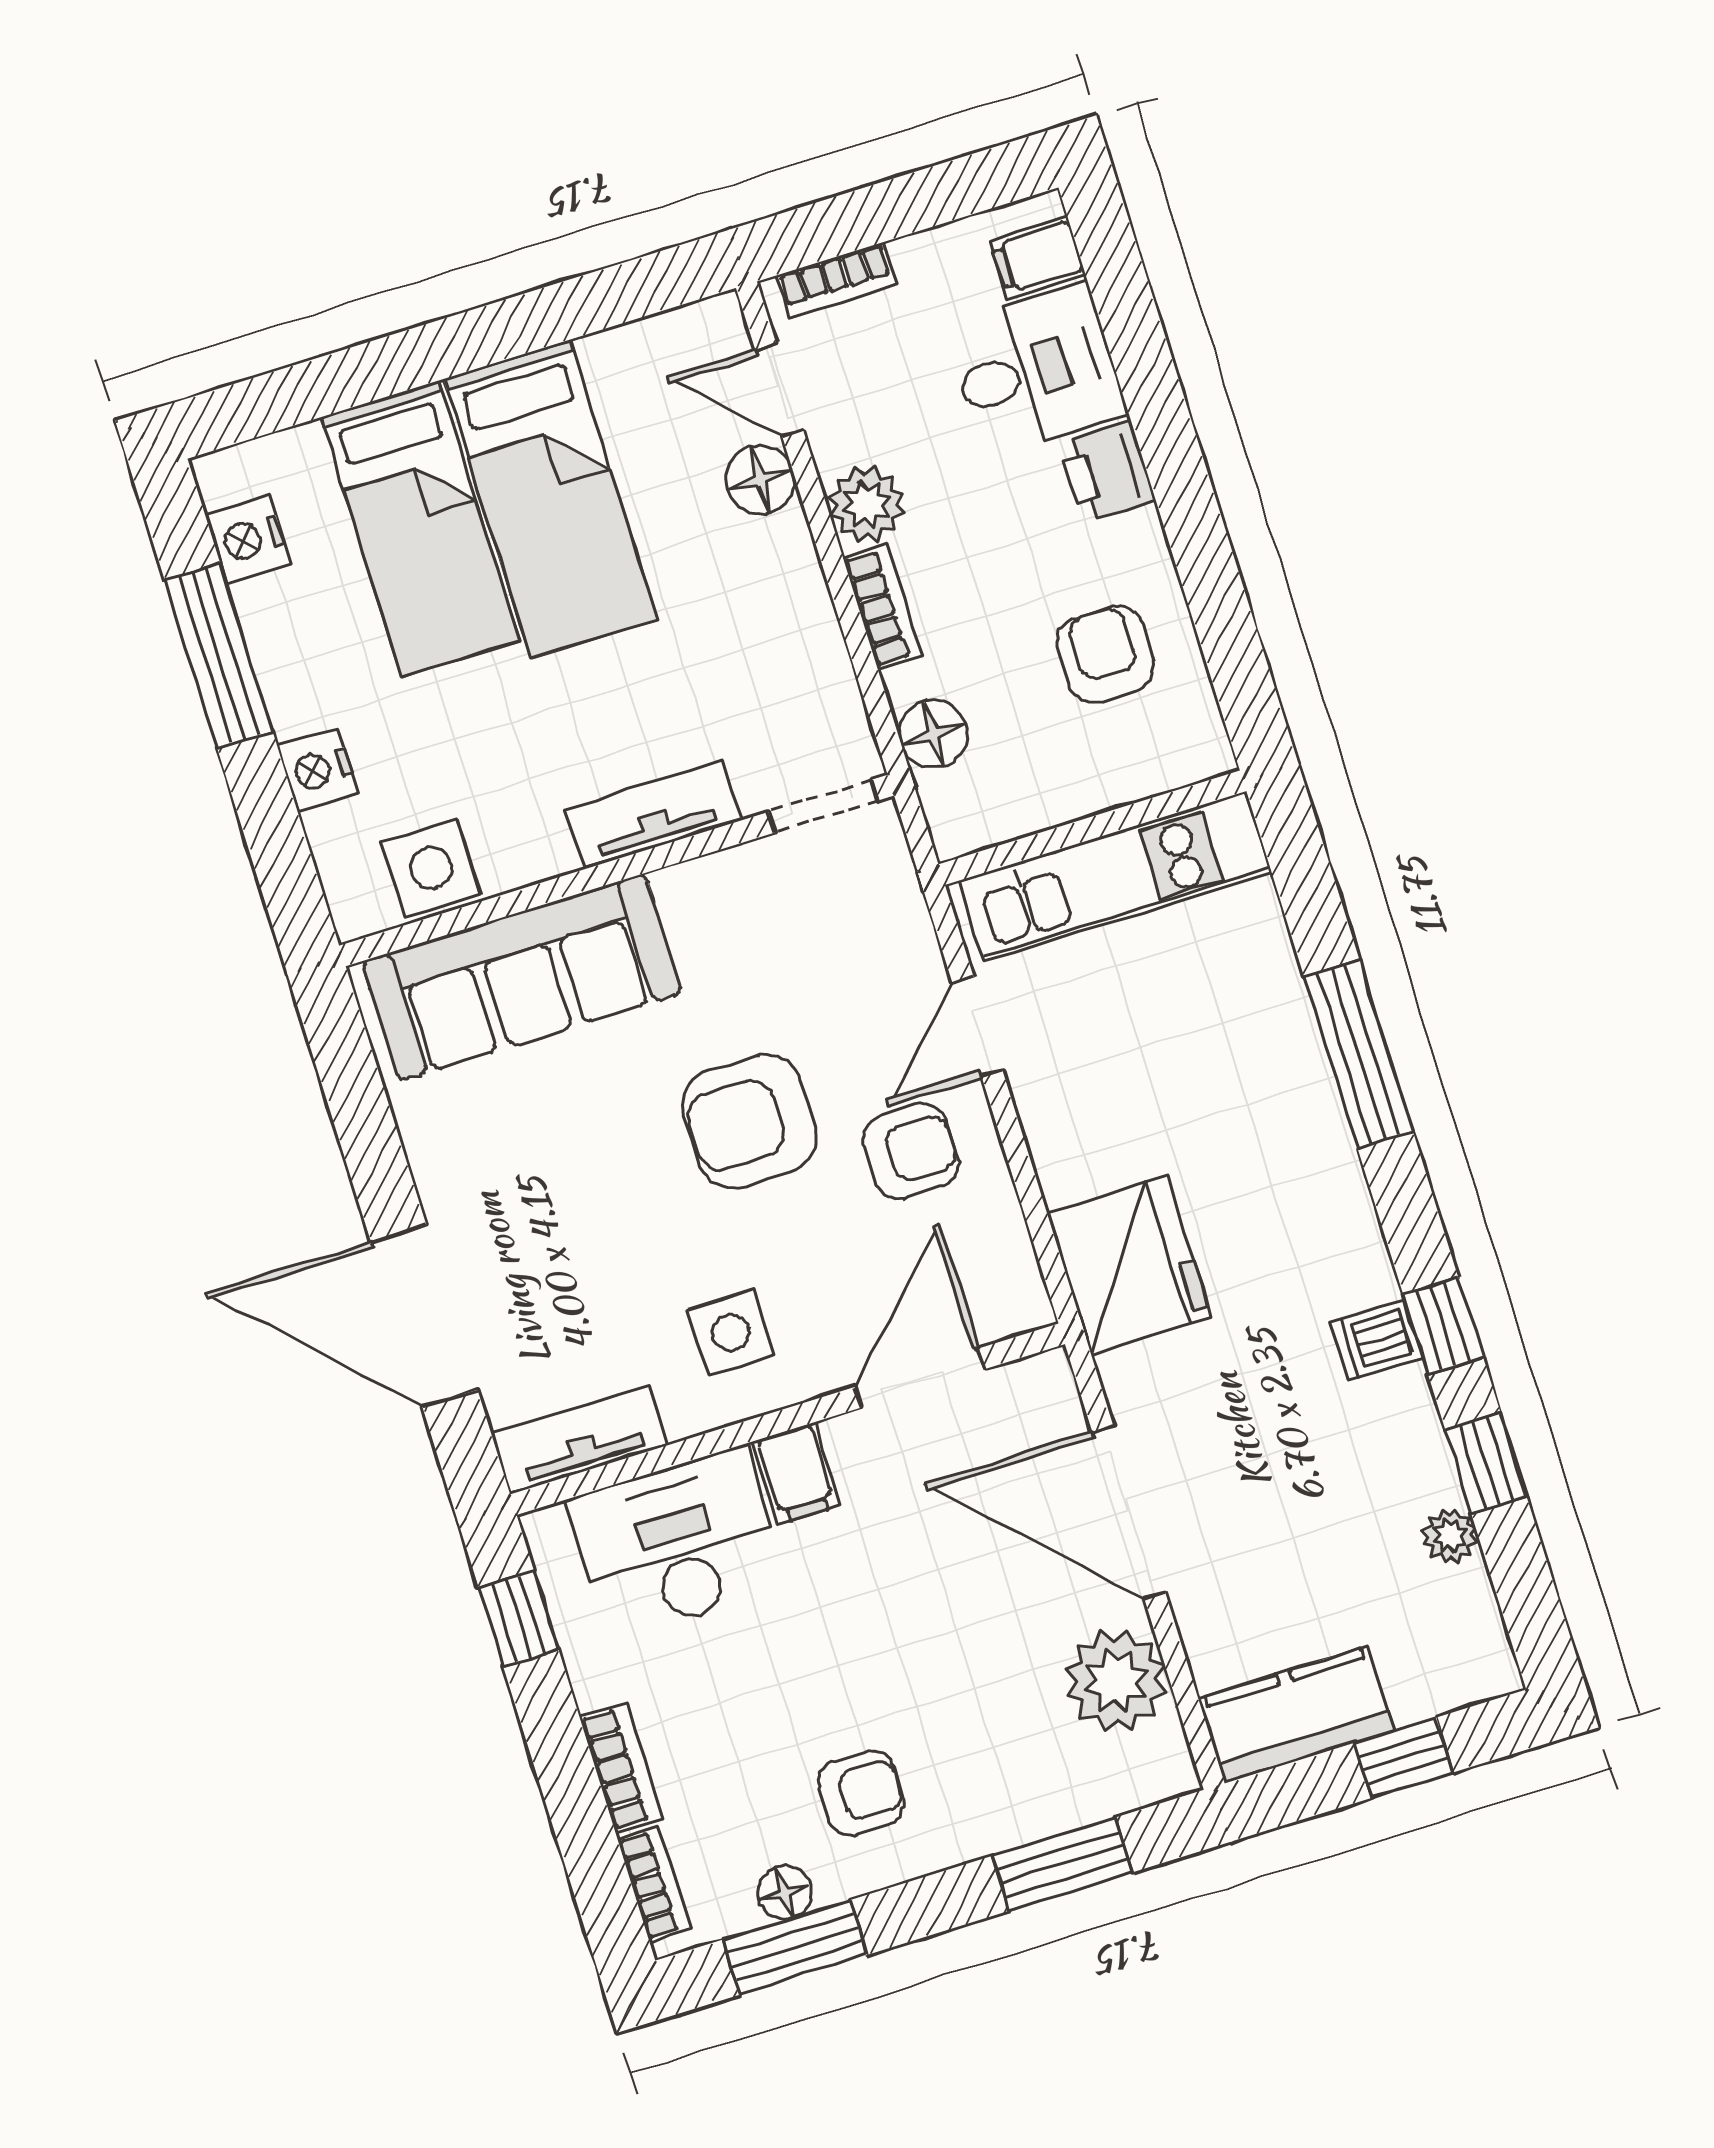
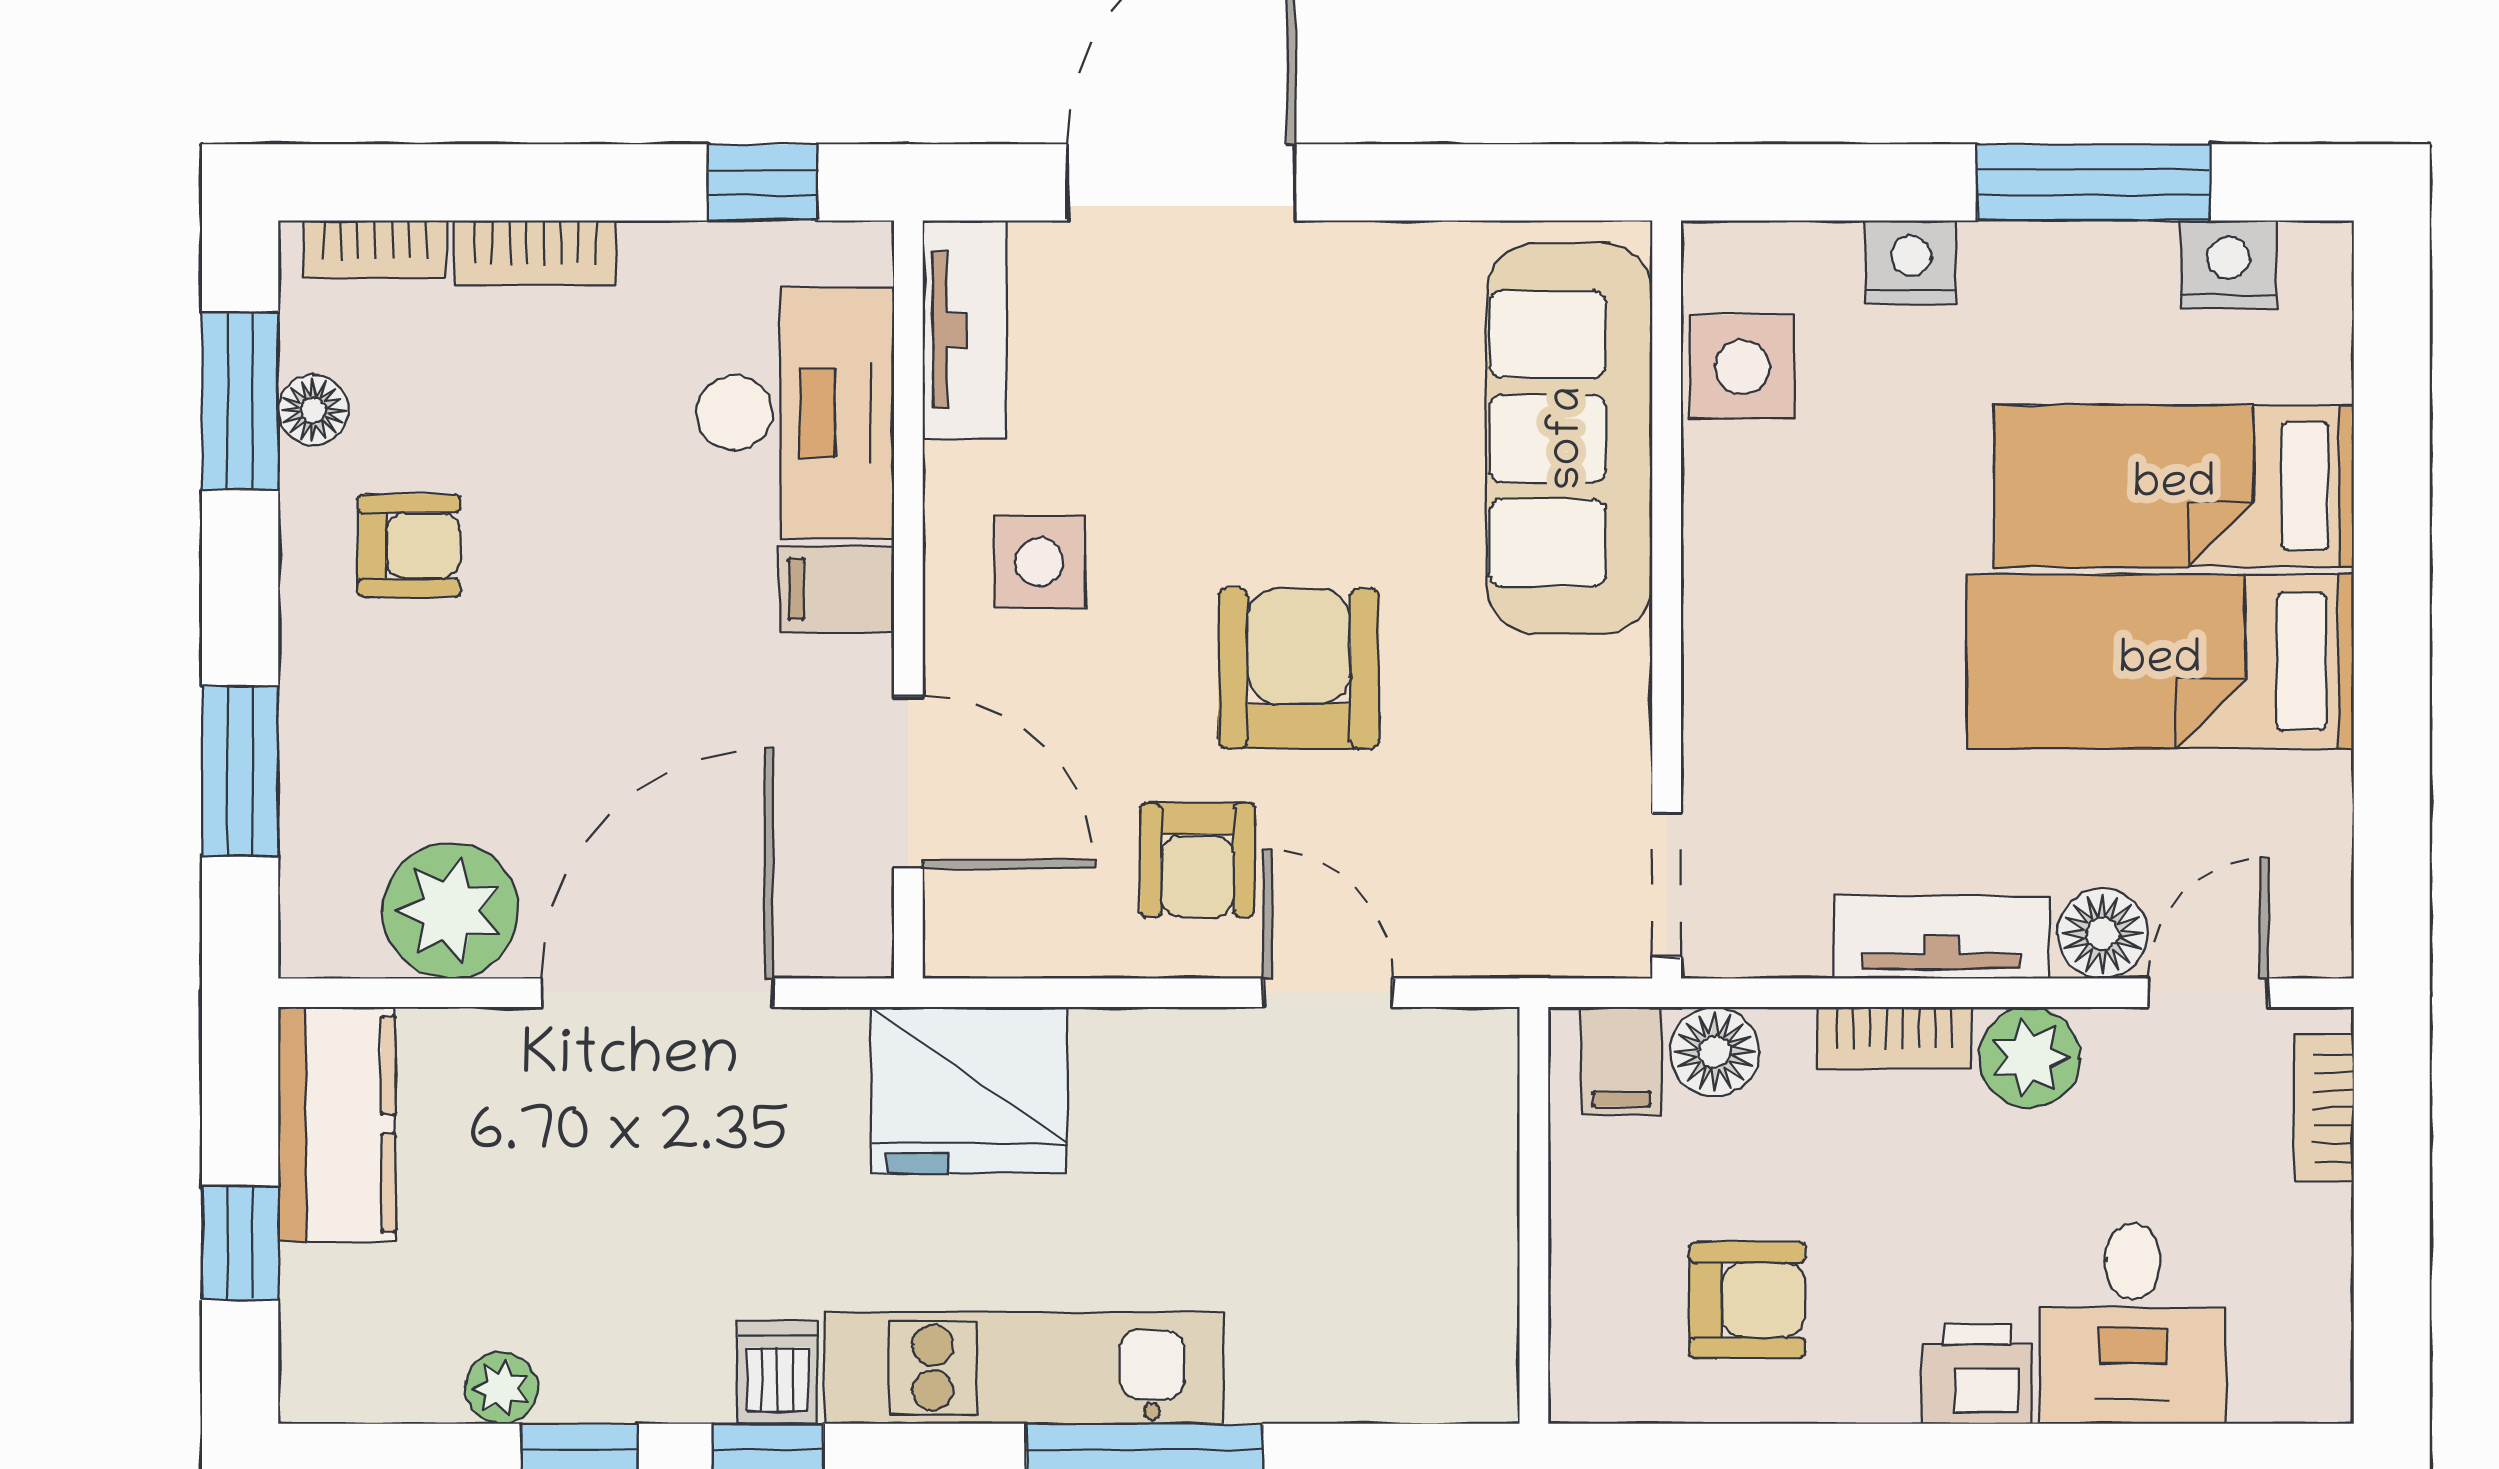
filing cabinet: (1037, 257) -> (1622, 1061), moved, turned 180
tv unit: (652, 815) -> (1941, 937), moved, turned -90
kitchen unit: (1115, 877) -> (1024, 1368), moved, turned 90
armchair: (861, 1793) -> (409, 546), turned -90

